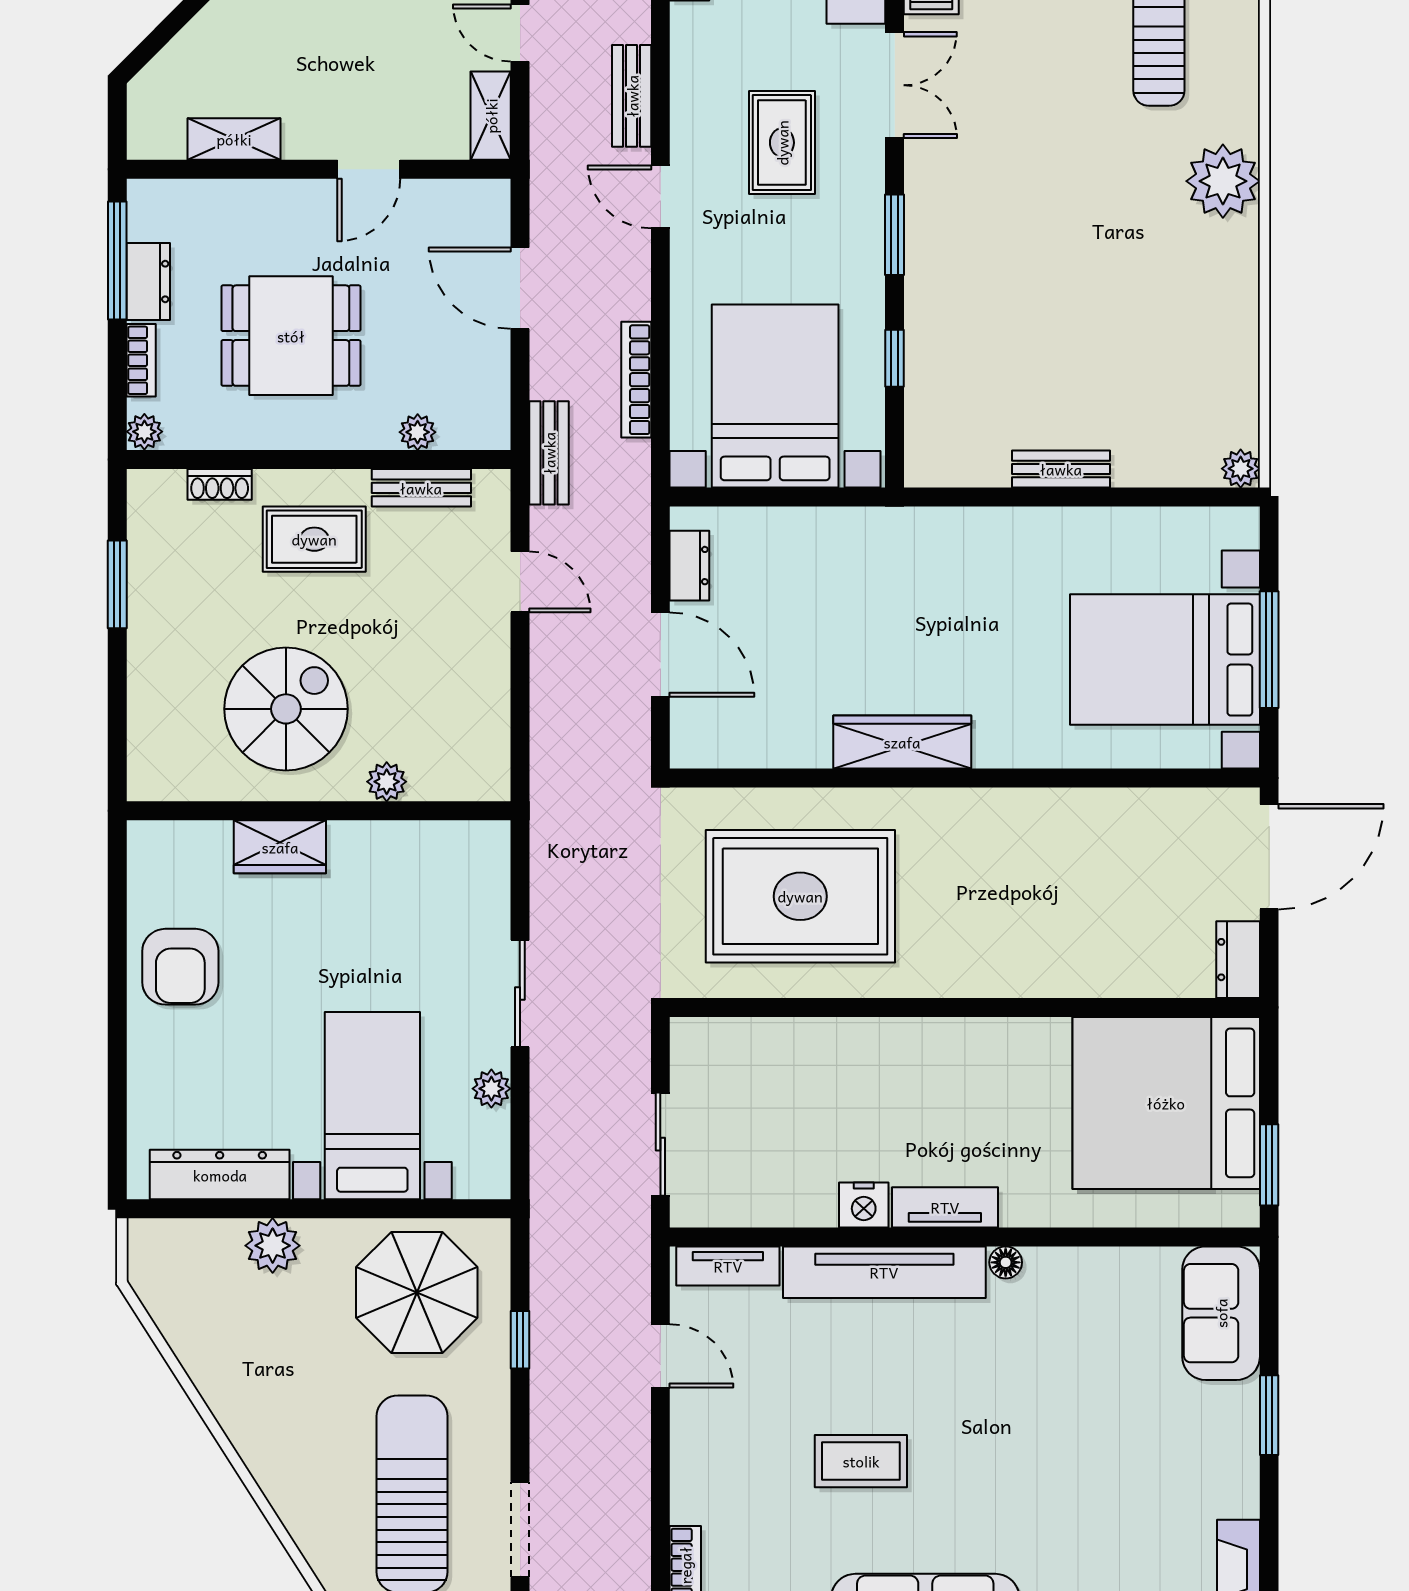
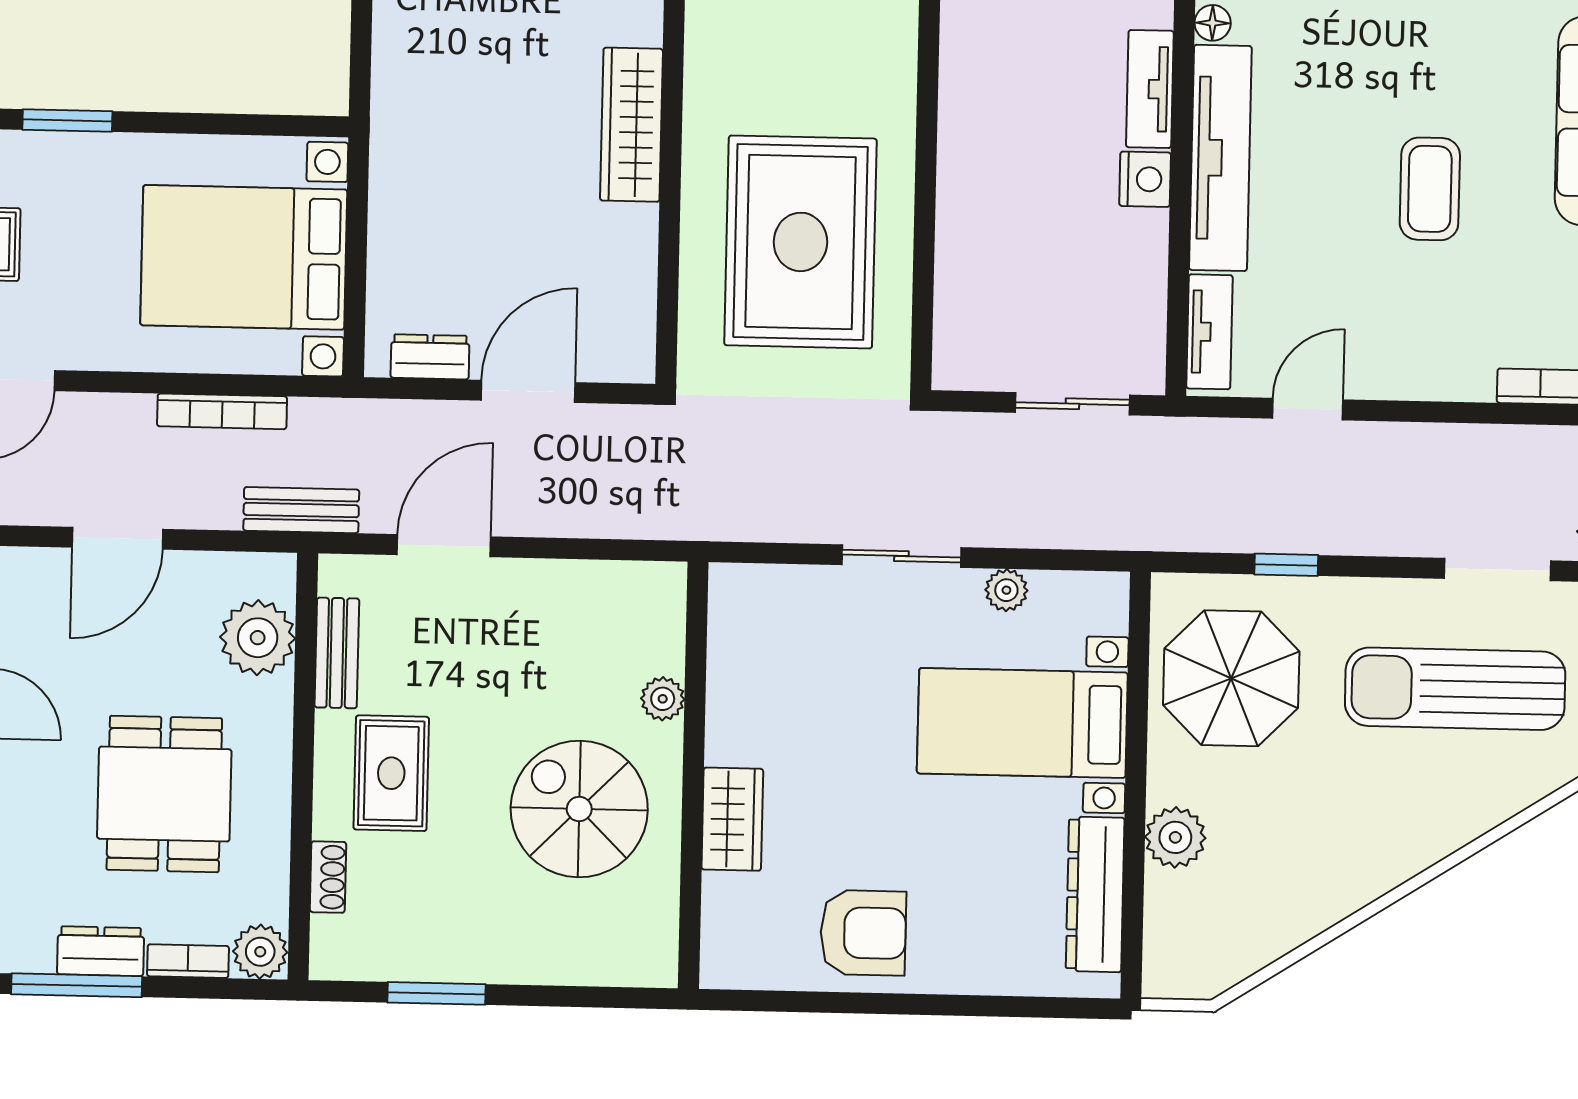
window: (895, 358) -> (205, 124), removed
plant: (144, 432) -> (260, 952), width x1.38, depth x1.38
plant: (418, 432) -> (258, 638), width x1.87, depth x1.87
door: (520, 582) -> (444, 546), width x1.38

